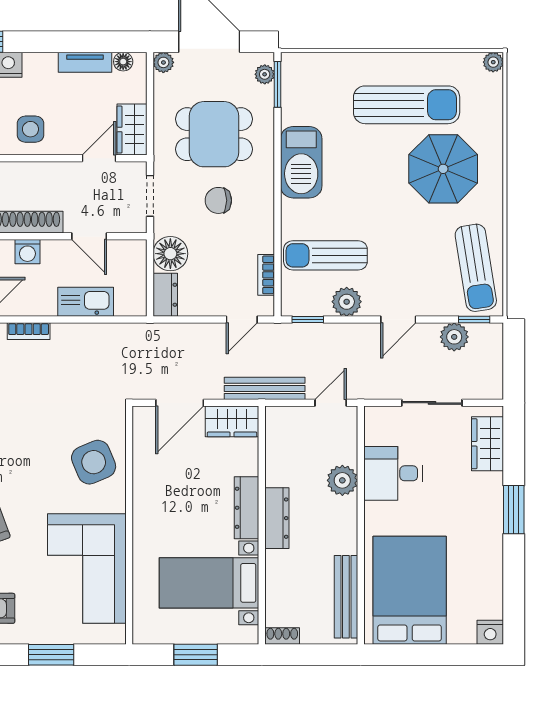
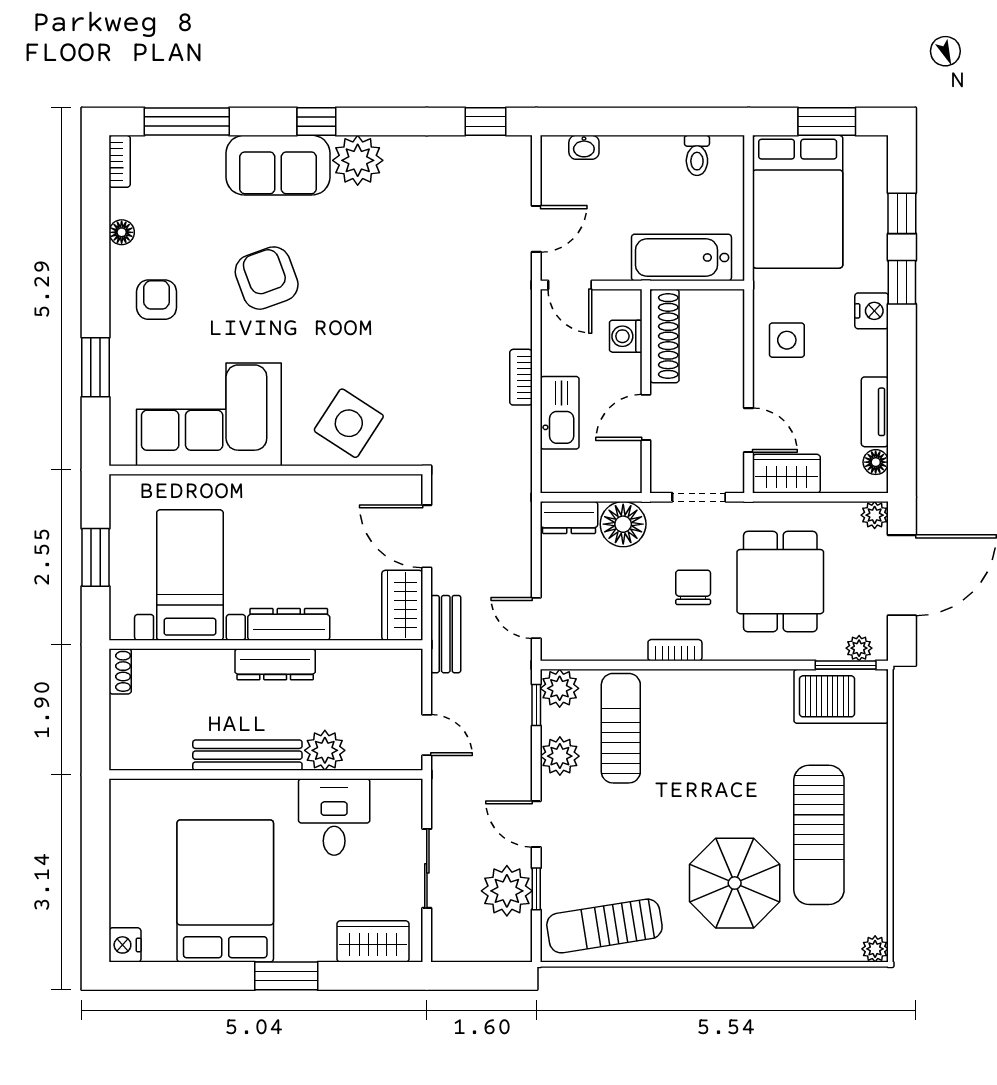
barbecue: (301, 162) -> (841, 696), moved
bookcase: (266, 275) -> (675, 650), moved
plant: (295, 302) -> (560, 688), added
window: (474, 320) -> (536, 889), moved
bookcase: (29, 331) -> (521, 377), moved
plant: (454, 337) -> (507, 891), width x1.36, depth x1.36
bench: (265, 388) -> (446, 634), width x0.73
side table: (94, 462) -> (349, 423), turned -34
bed: (410, 590) -> (225, 891), moved, turned -90
bench: (346, 597) -> (247, 755), moved

